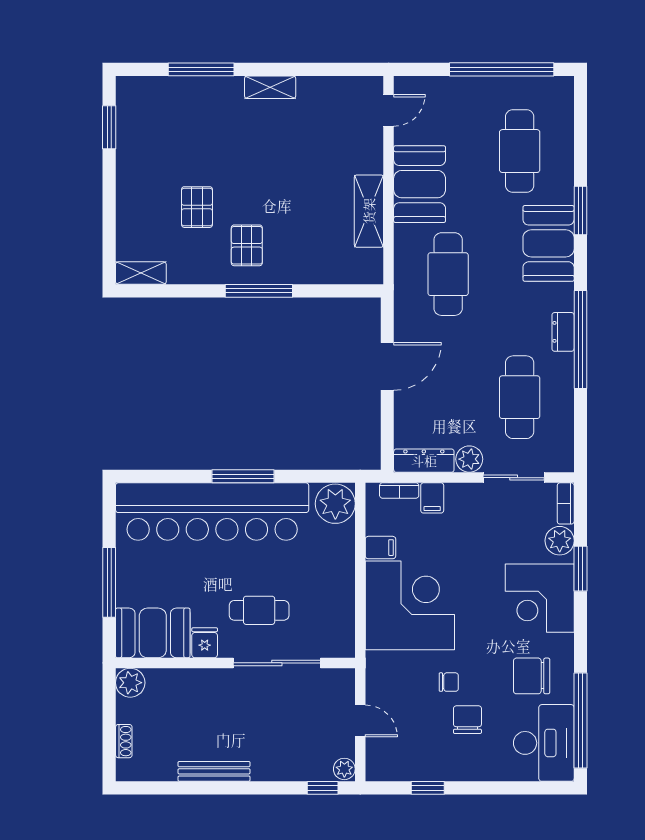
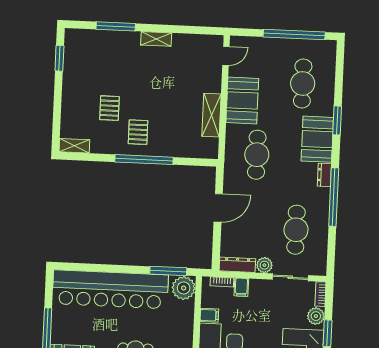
window: (259, 291) -> (144, 160), width x1.46
dresser: (563, 332) -> (324, 175), moved
window: (243, 476) -> (168, 271), moved

